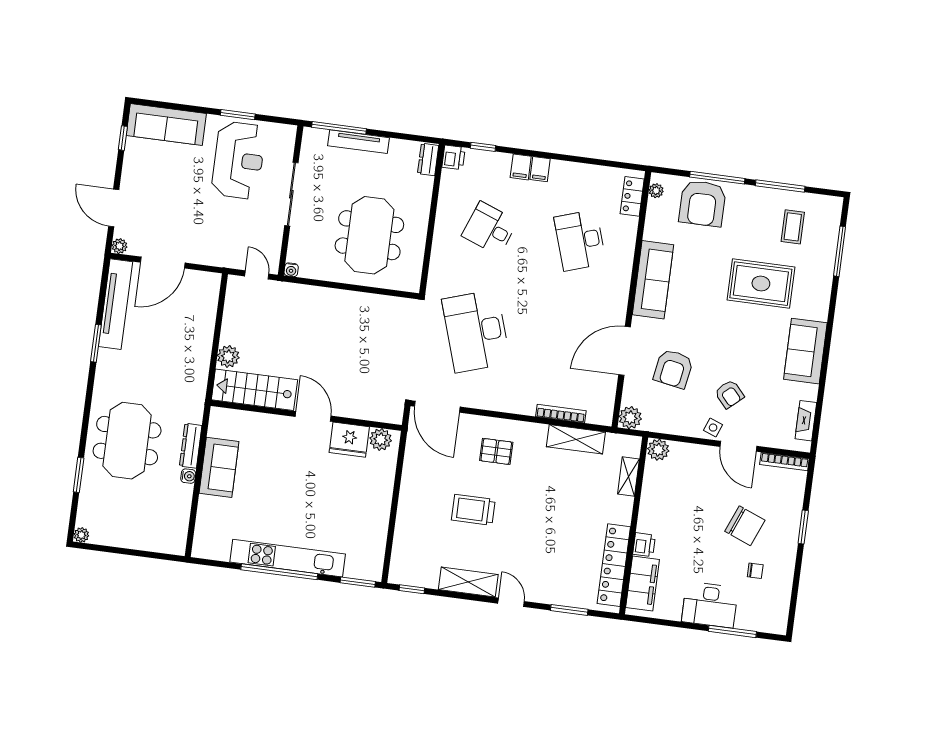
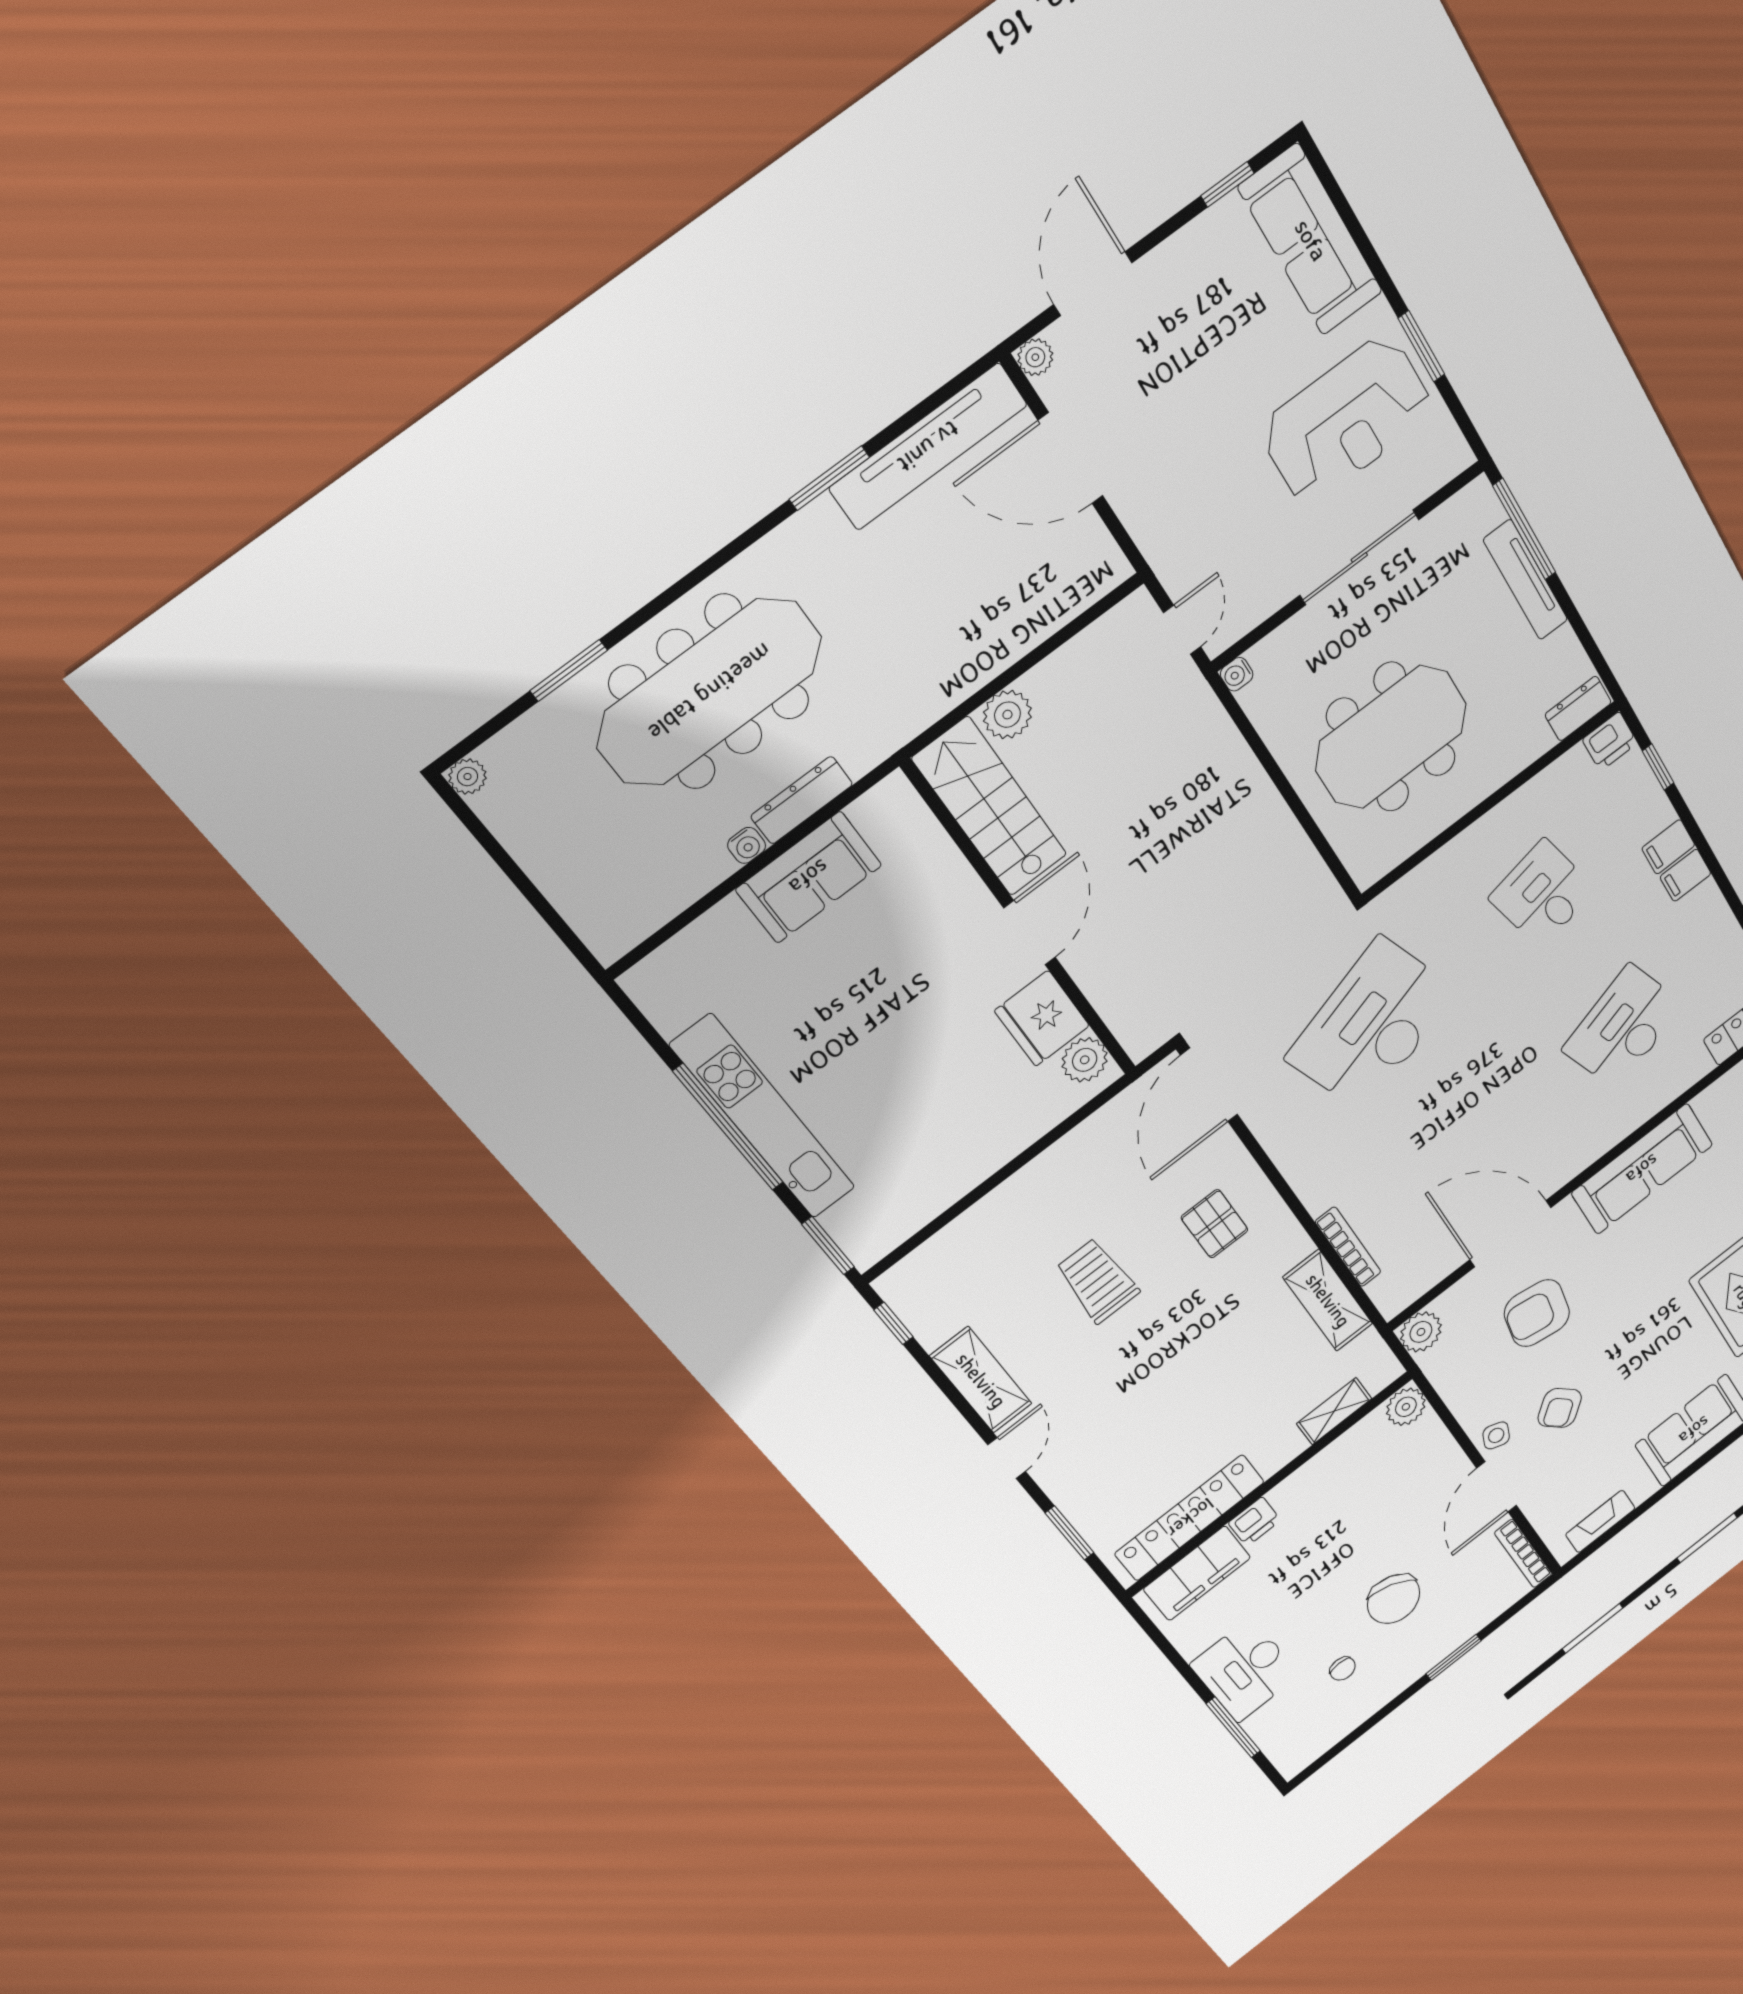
desk: (490, 228) -> (1543, 894), turned -33
meeting table: (127, 441) -> (710, 692), width x1.36

